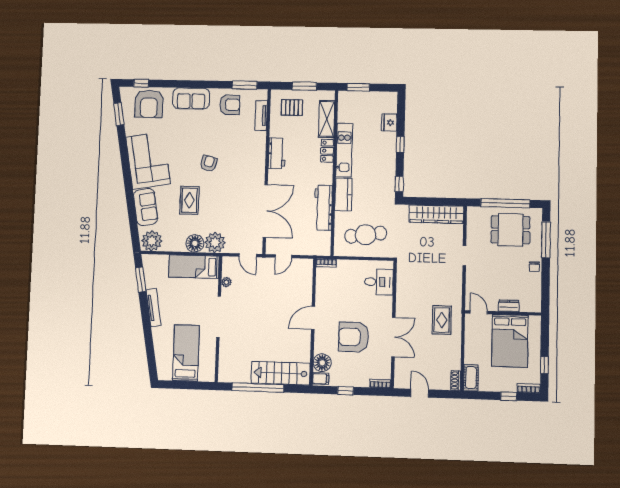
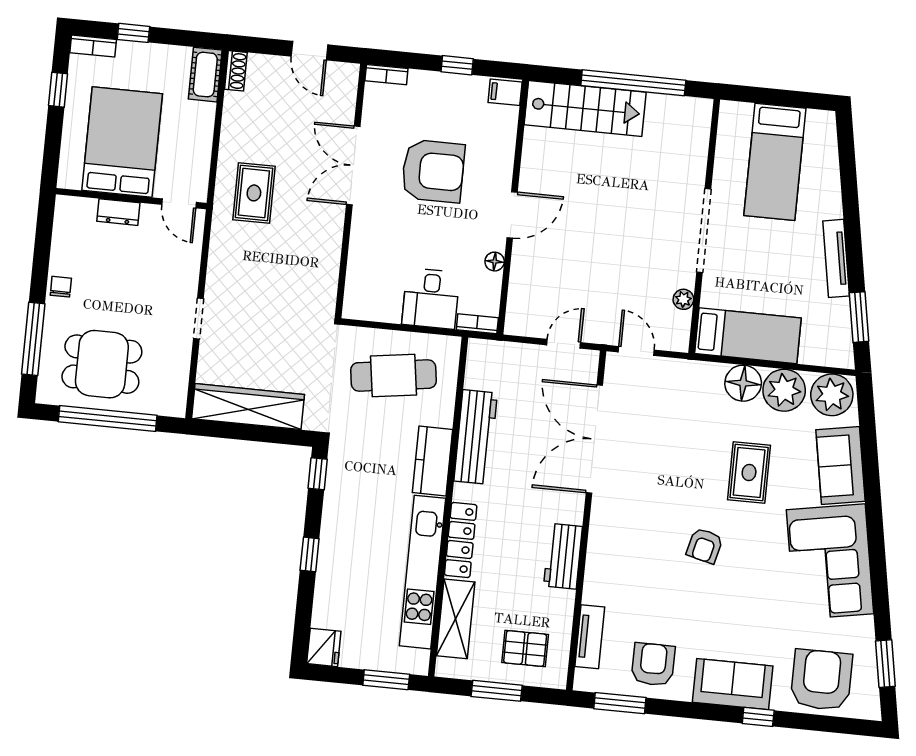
window: (141, 83) -> (758, 717), moved
armchair: (230, 105) -> (653, 664), turned 90
fridge: (389, 123) -> (324, 647), moved
kitchen unit: (344, 150) -> (423, 572), width x1.36
locker: (327, 151) -> (461, 540), width x1.53
plant: (215, 243) -> (784, 390), moved
desk: (379, 282) -> (431, 299), moved, turned -90
floor lamp: (322, 363) -> (495, 262), moved, width x0.53, depth x0.53

